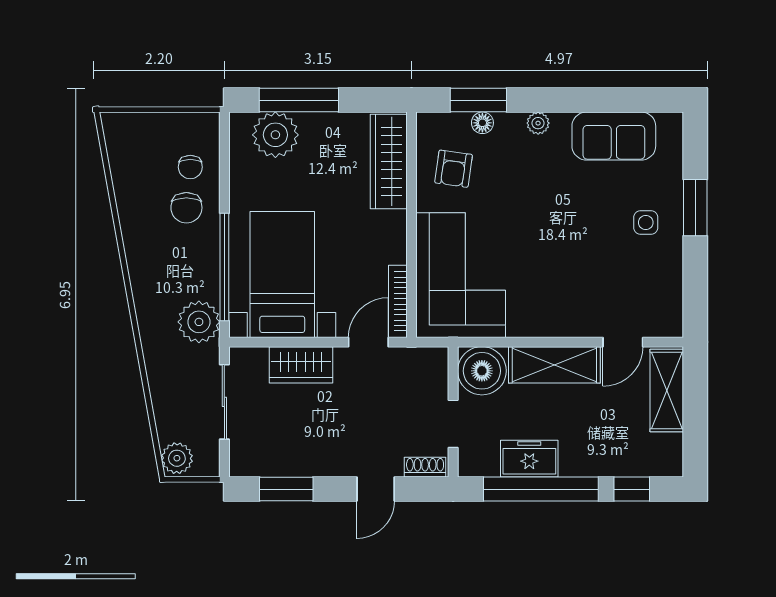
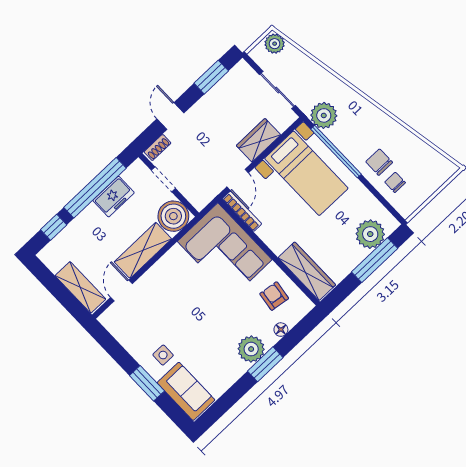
window: (478, 100) -> (265, 364), moved
plant: (538, 123) -> (251, 349), width x1.88, depth x1.88
sofa: (614, 136) -> (186, 391), moved, turned 90

